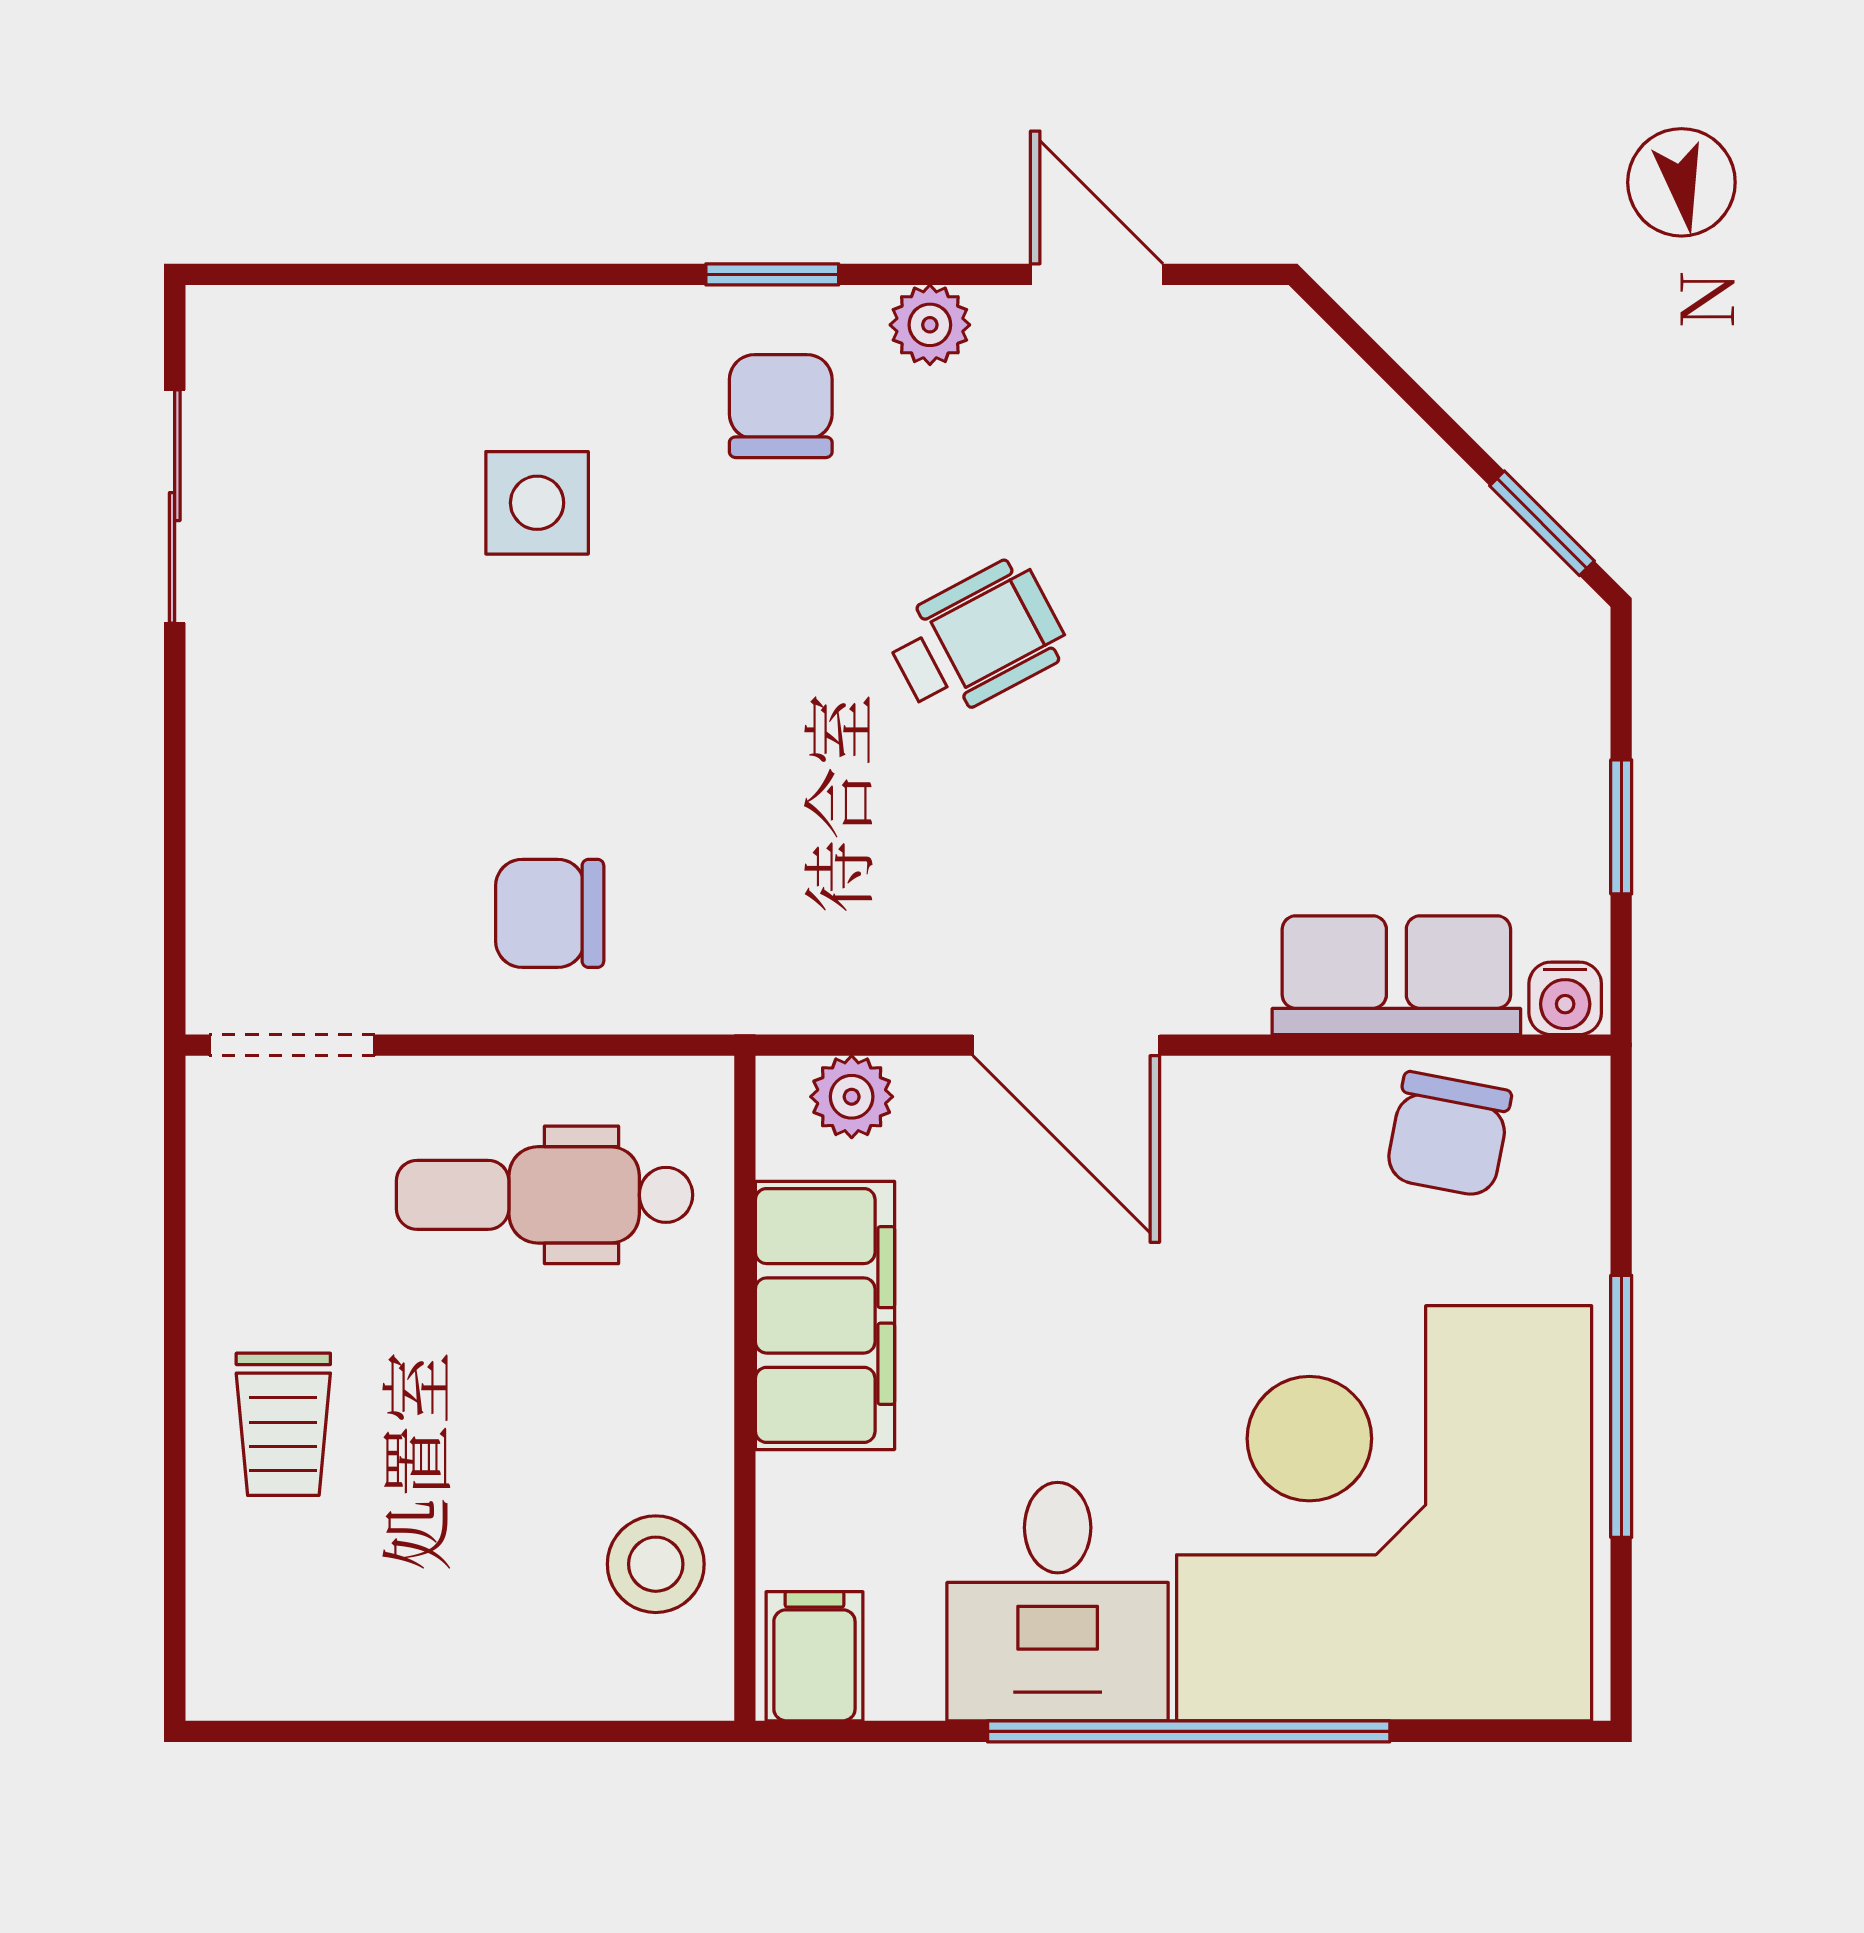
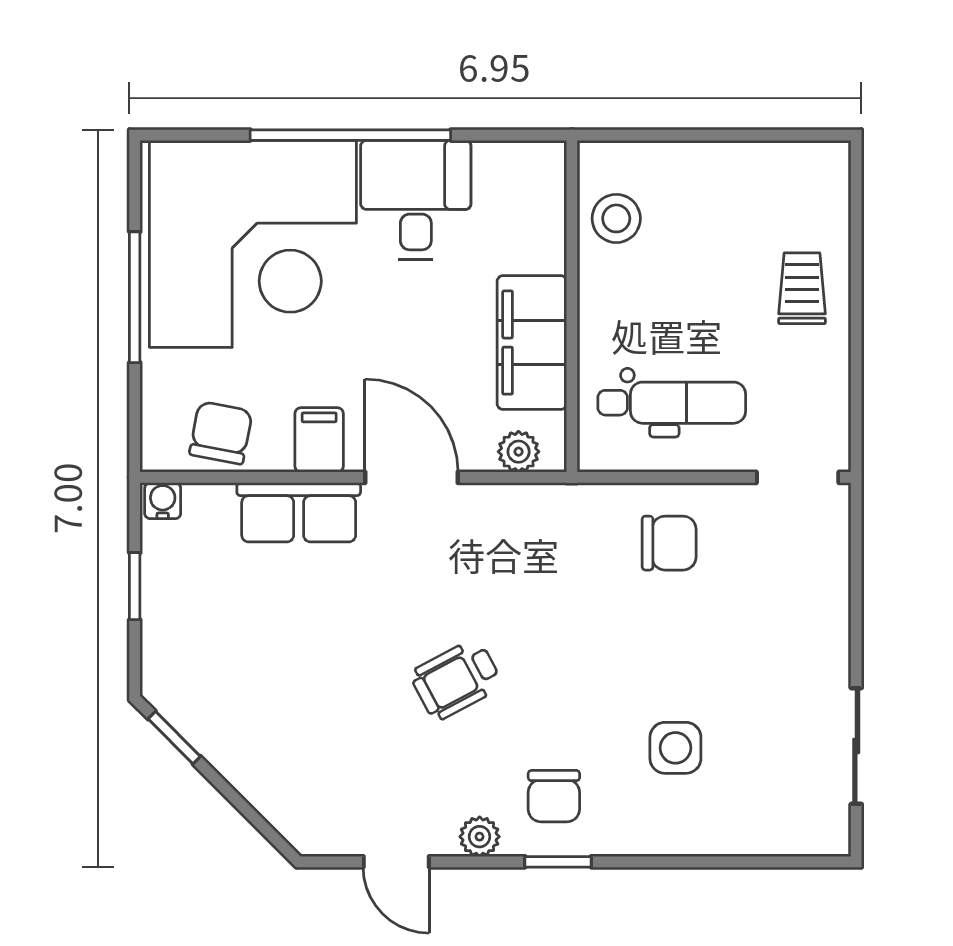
row of seats: (1396, 975) -> (299, 512), moved
filing cabinet: (814, 1656) -> (319, 440), moved, turned 180

